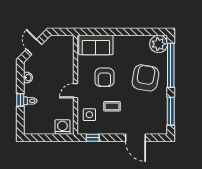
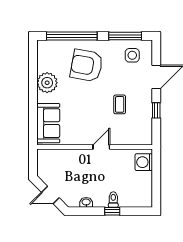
plant: (159, 44) -> (47, 83), moved
armchair: (104, 77) -> (86, 113), removed
door: (75, 91) -> (101, 147), swing flipped
side table: (89, 115) -> (132, 55), moved
window: (93, 138) -> (156, 110), moved

